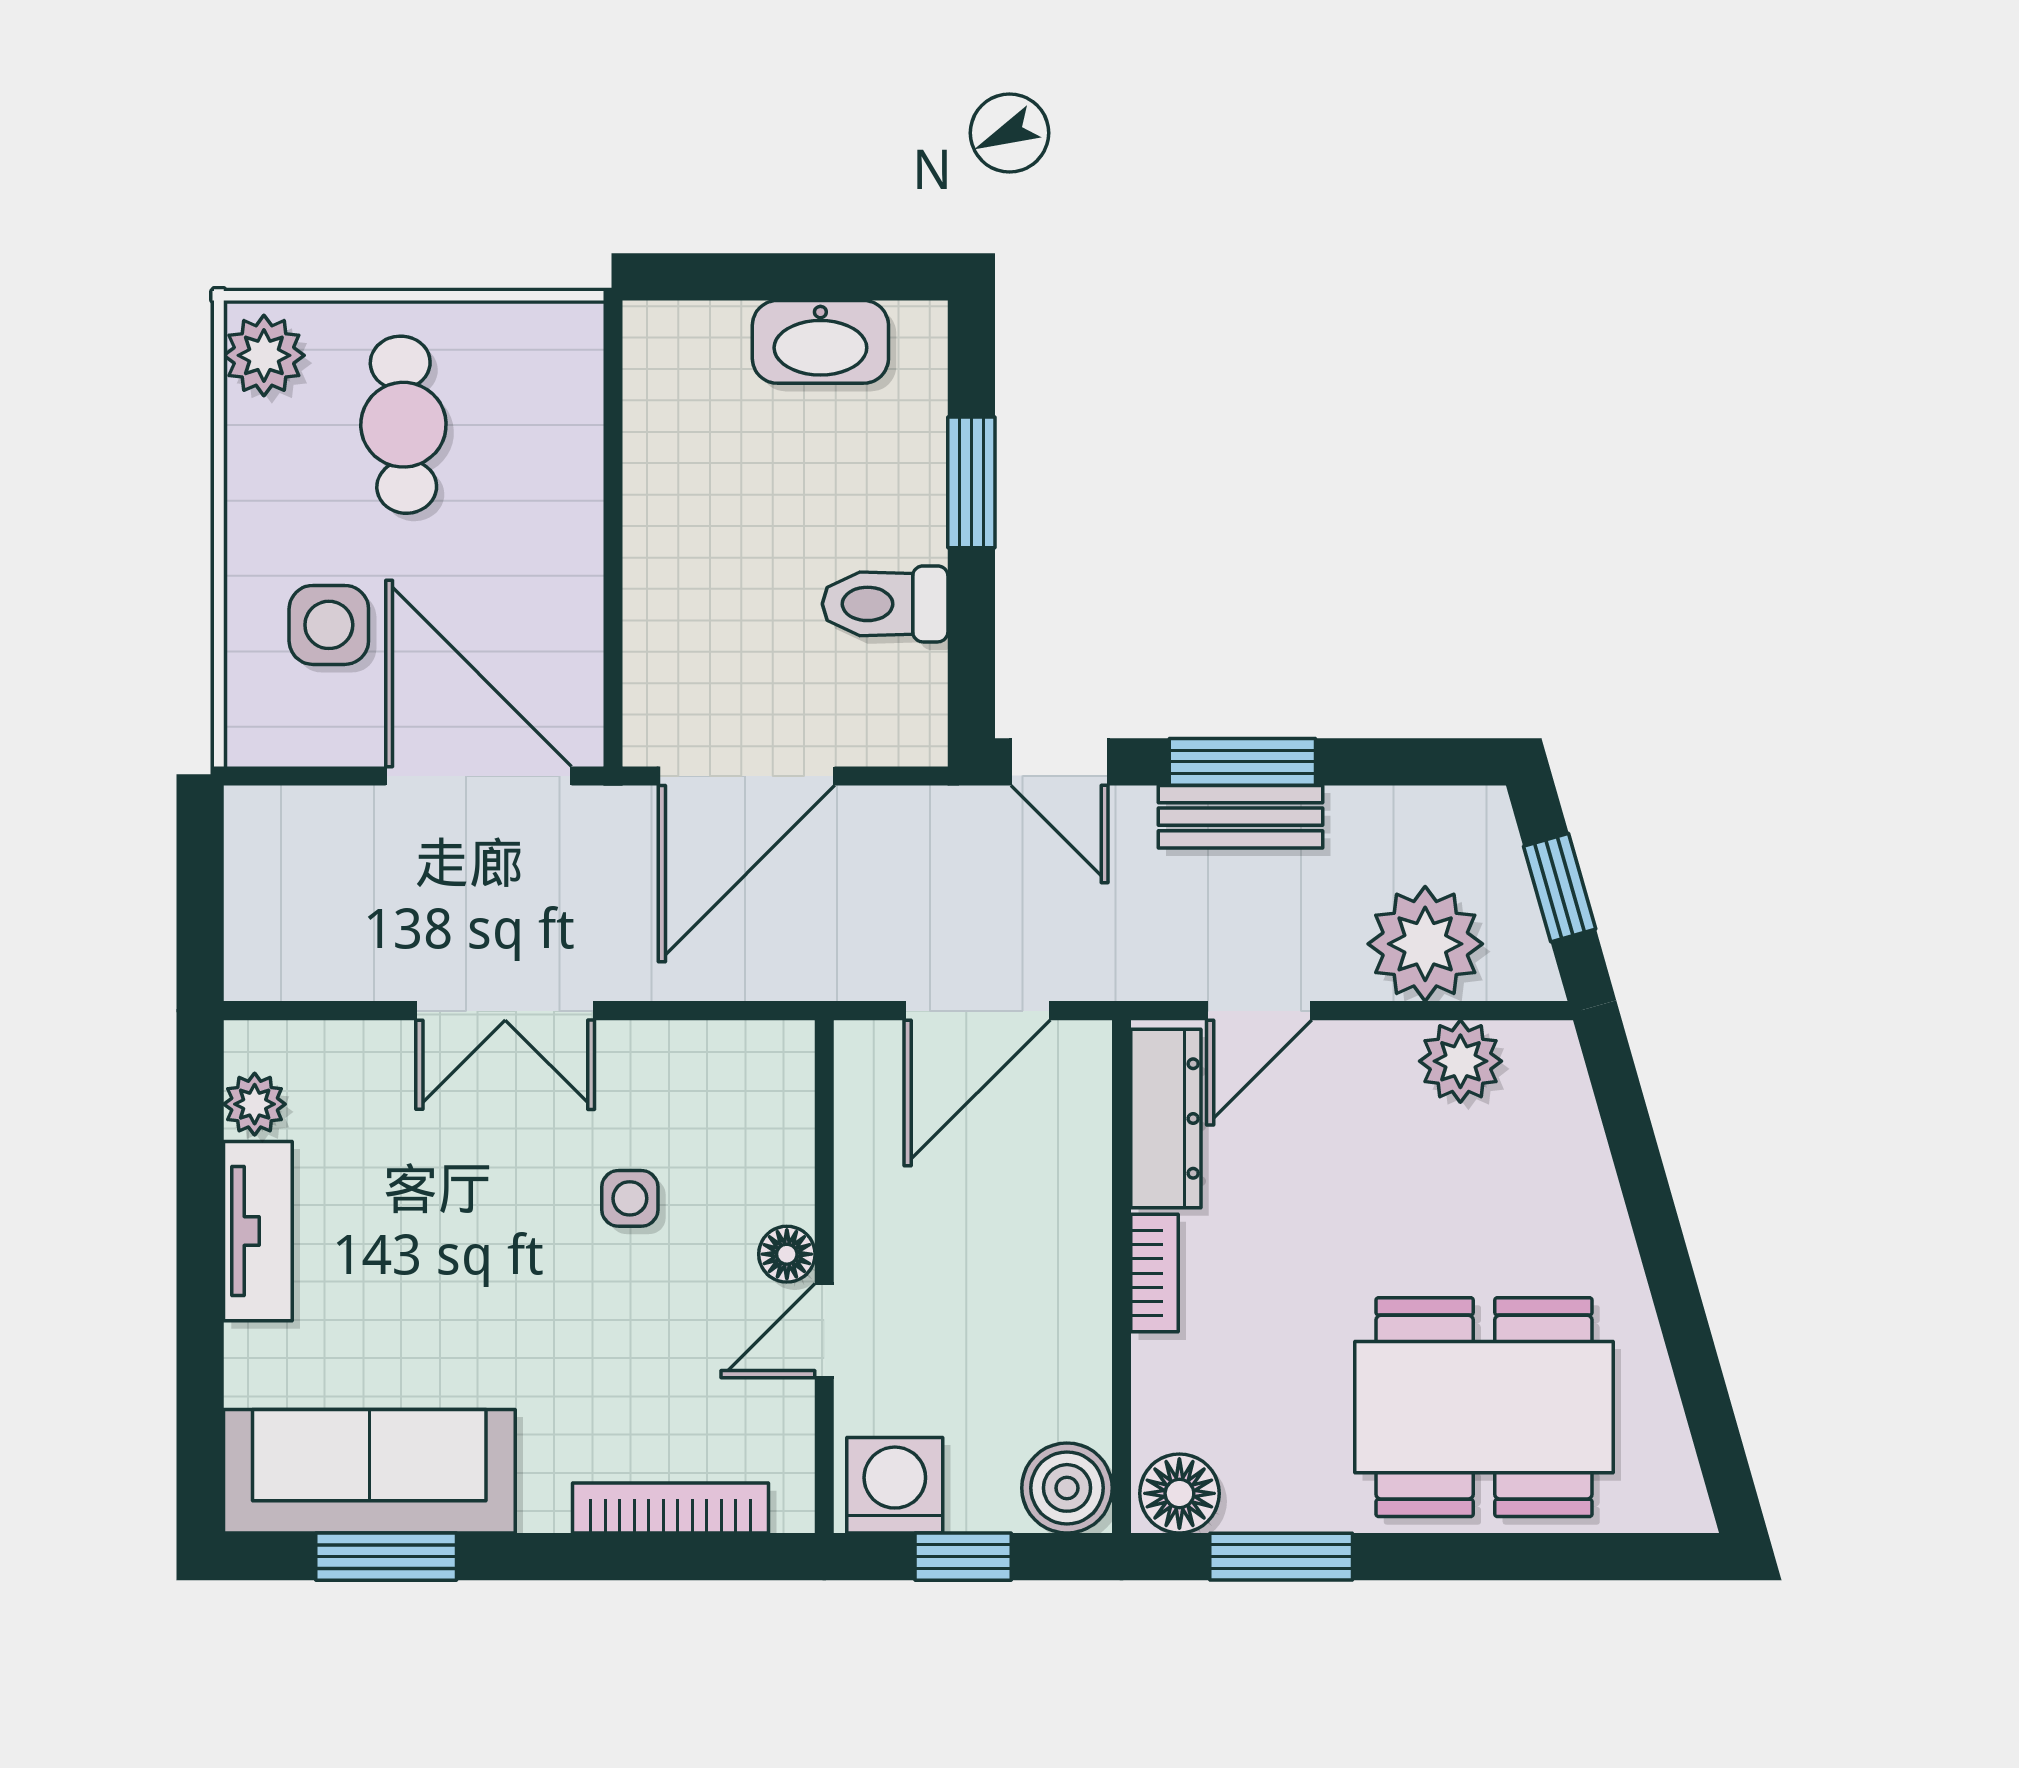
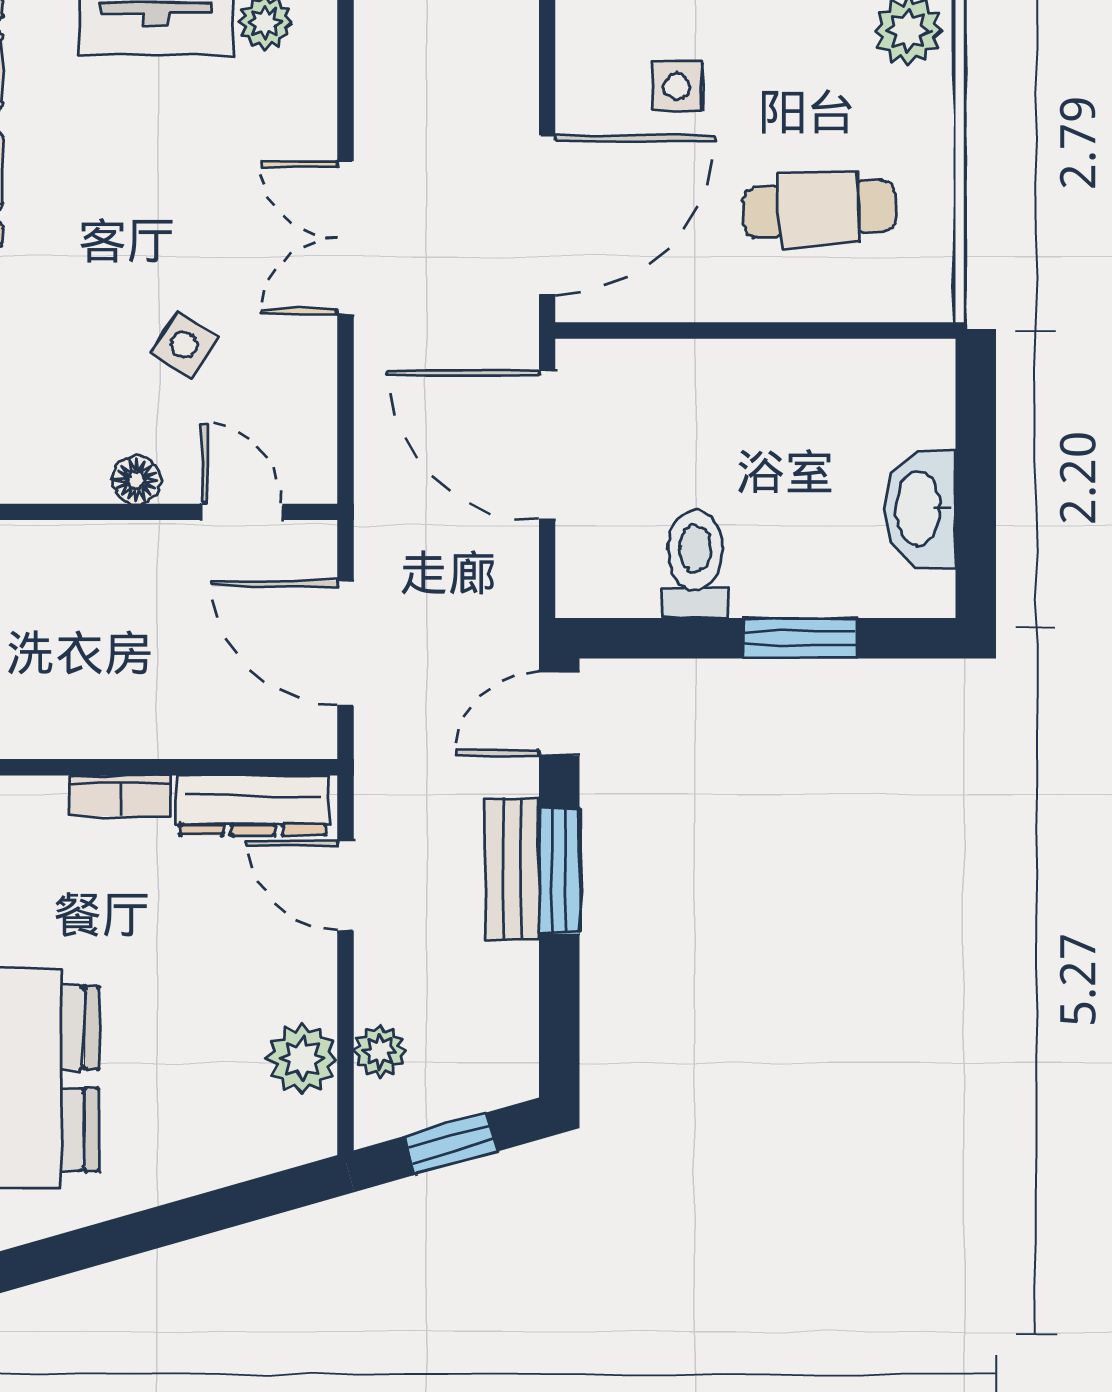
cafe table: (403, 425) -> (819, 209), moved
side table: (329, 625) -> (677, 86), width x0.73, depth x0.73
plant: (1425, 944) -> (380, 1051), width x0.53, depth x0.53
side table: (630, 1198) -> (184, 345), turned 34
door: (824, 1331) -> (242, 512), moved

